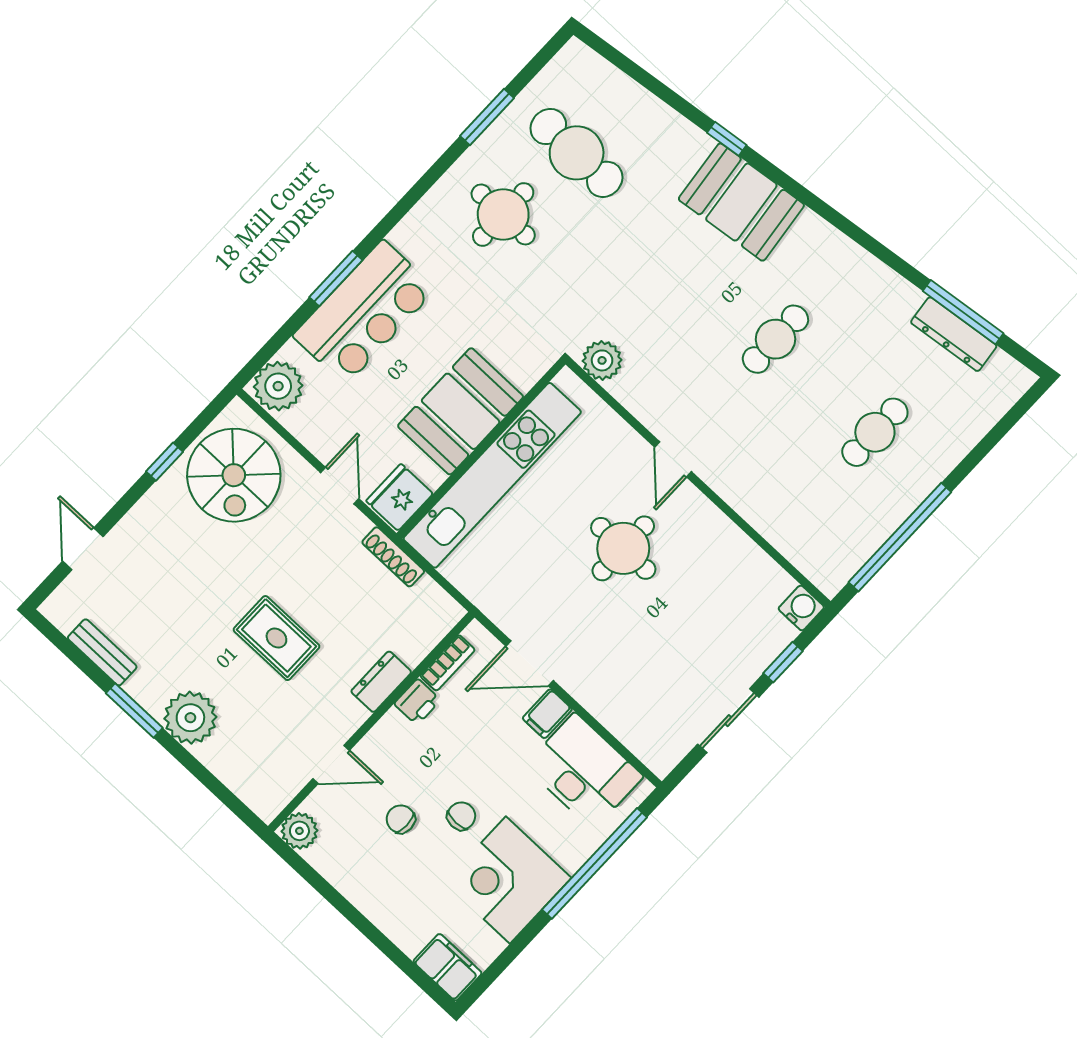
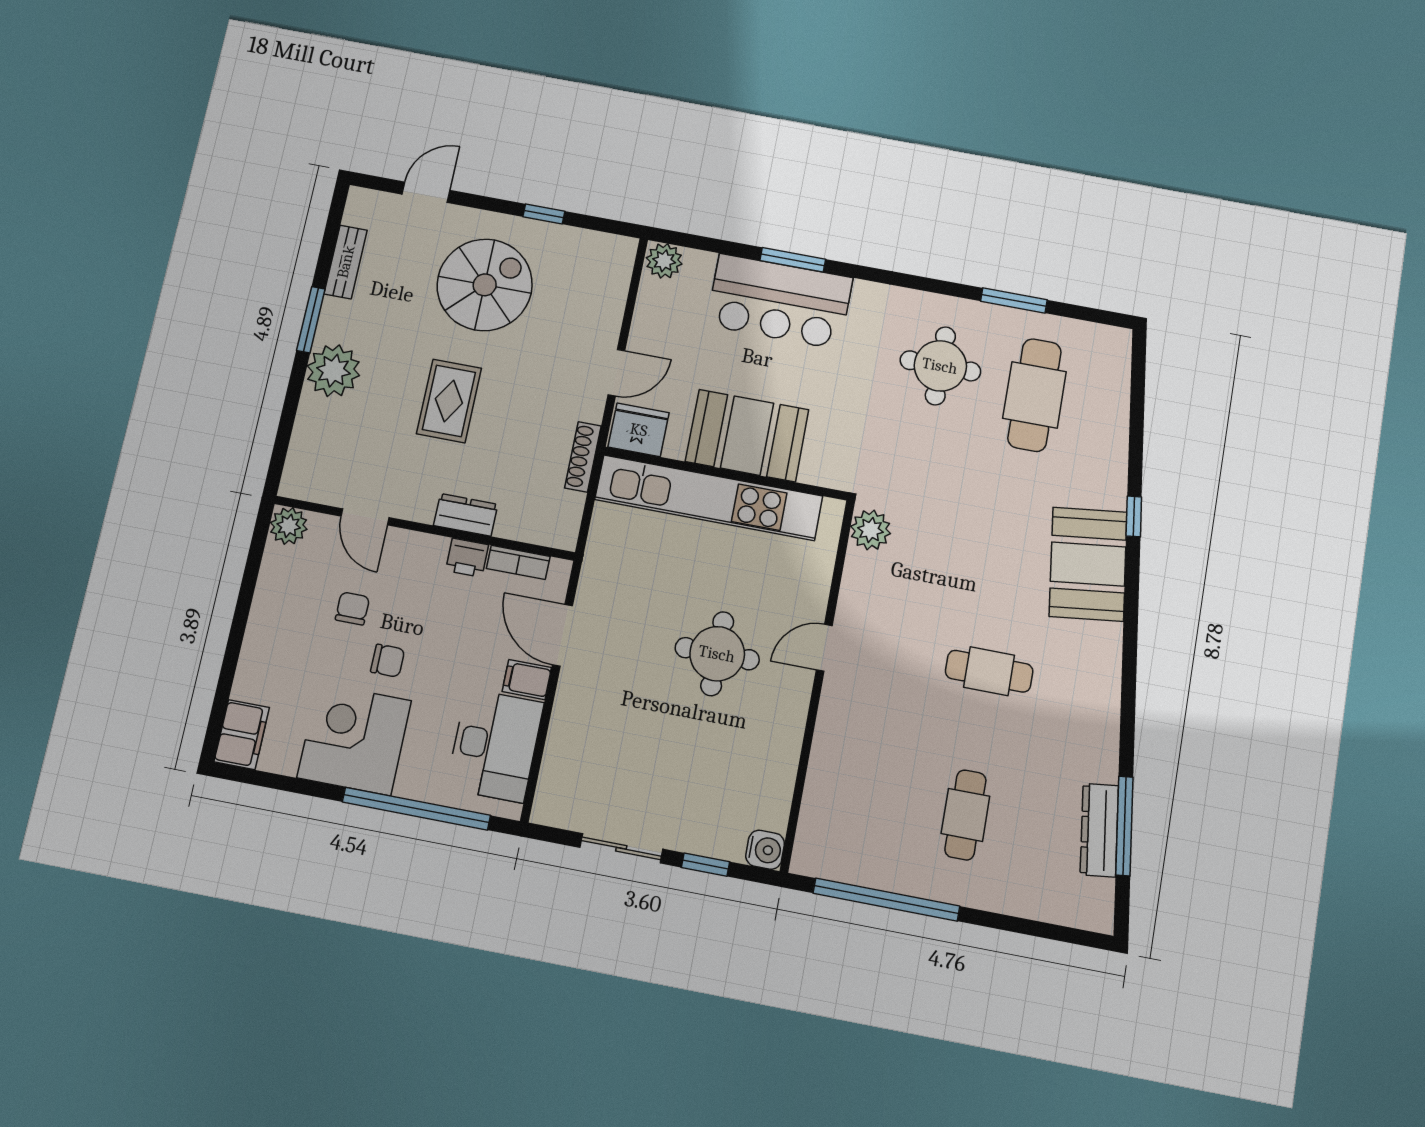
plant: (278, 386) -> (664, 261), width x0.73, depth x0.73
cafe table: (875, 432) -> (965, 815), turned 90
spiral stairs: (234, 475) -> (485, 285), moved, turned 180

